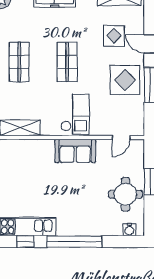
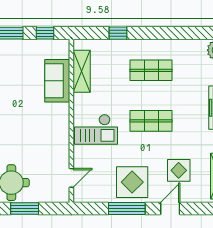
door: (121, 137) -> (71, 178), swing flipped
sofa: (75, 151) -> (57, 81), moved

